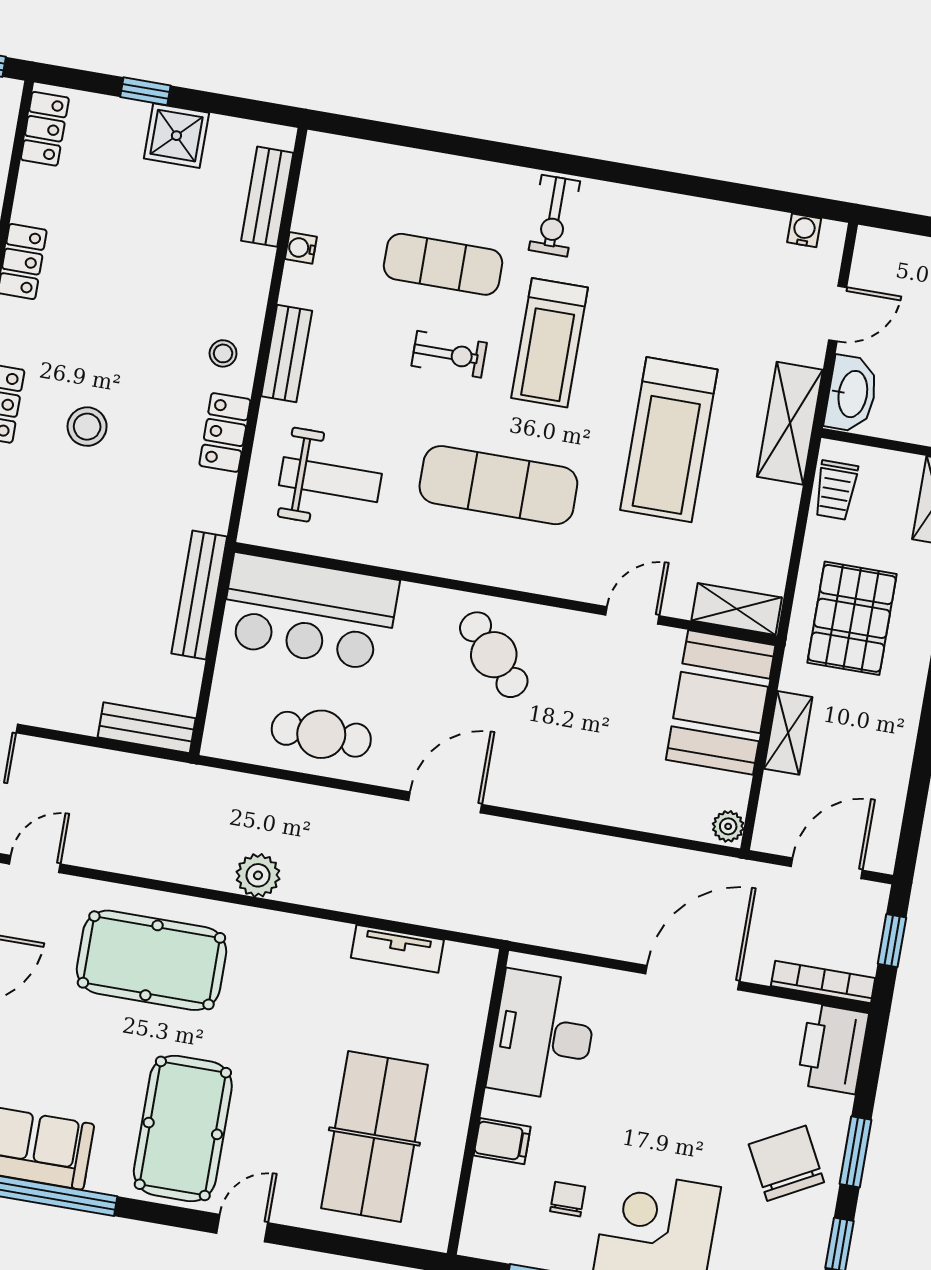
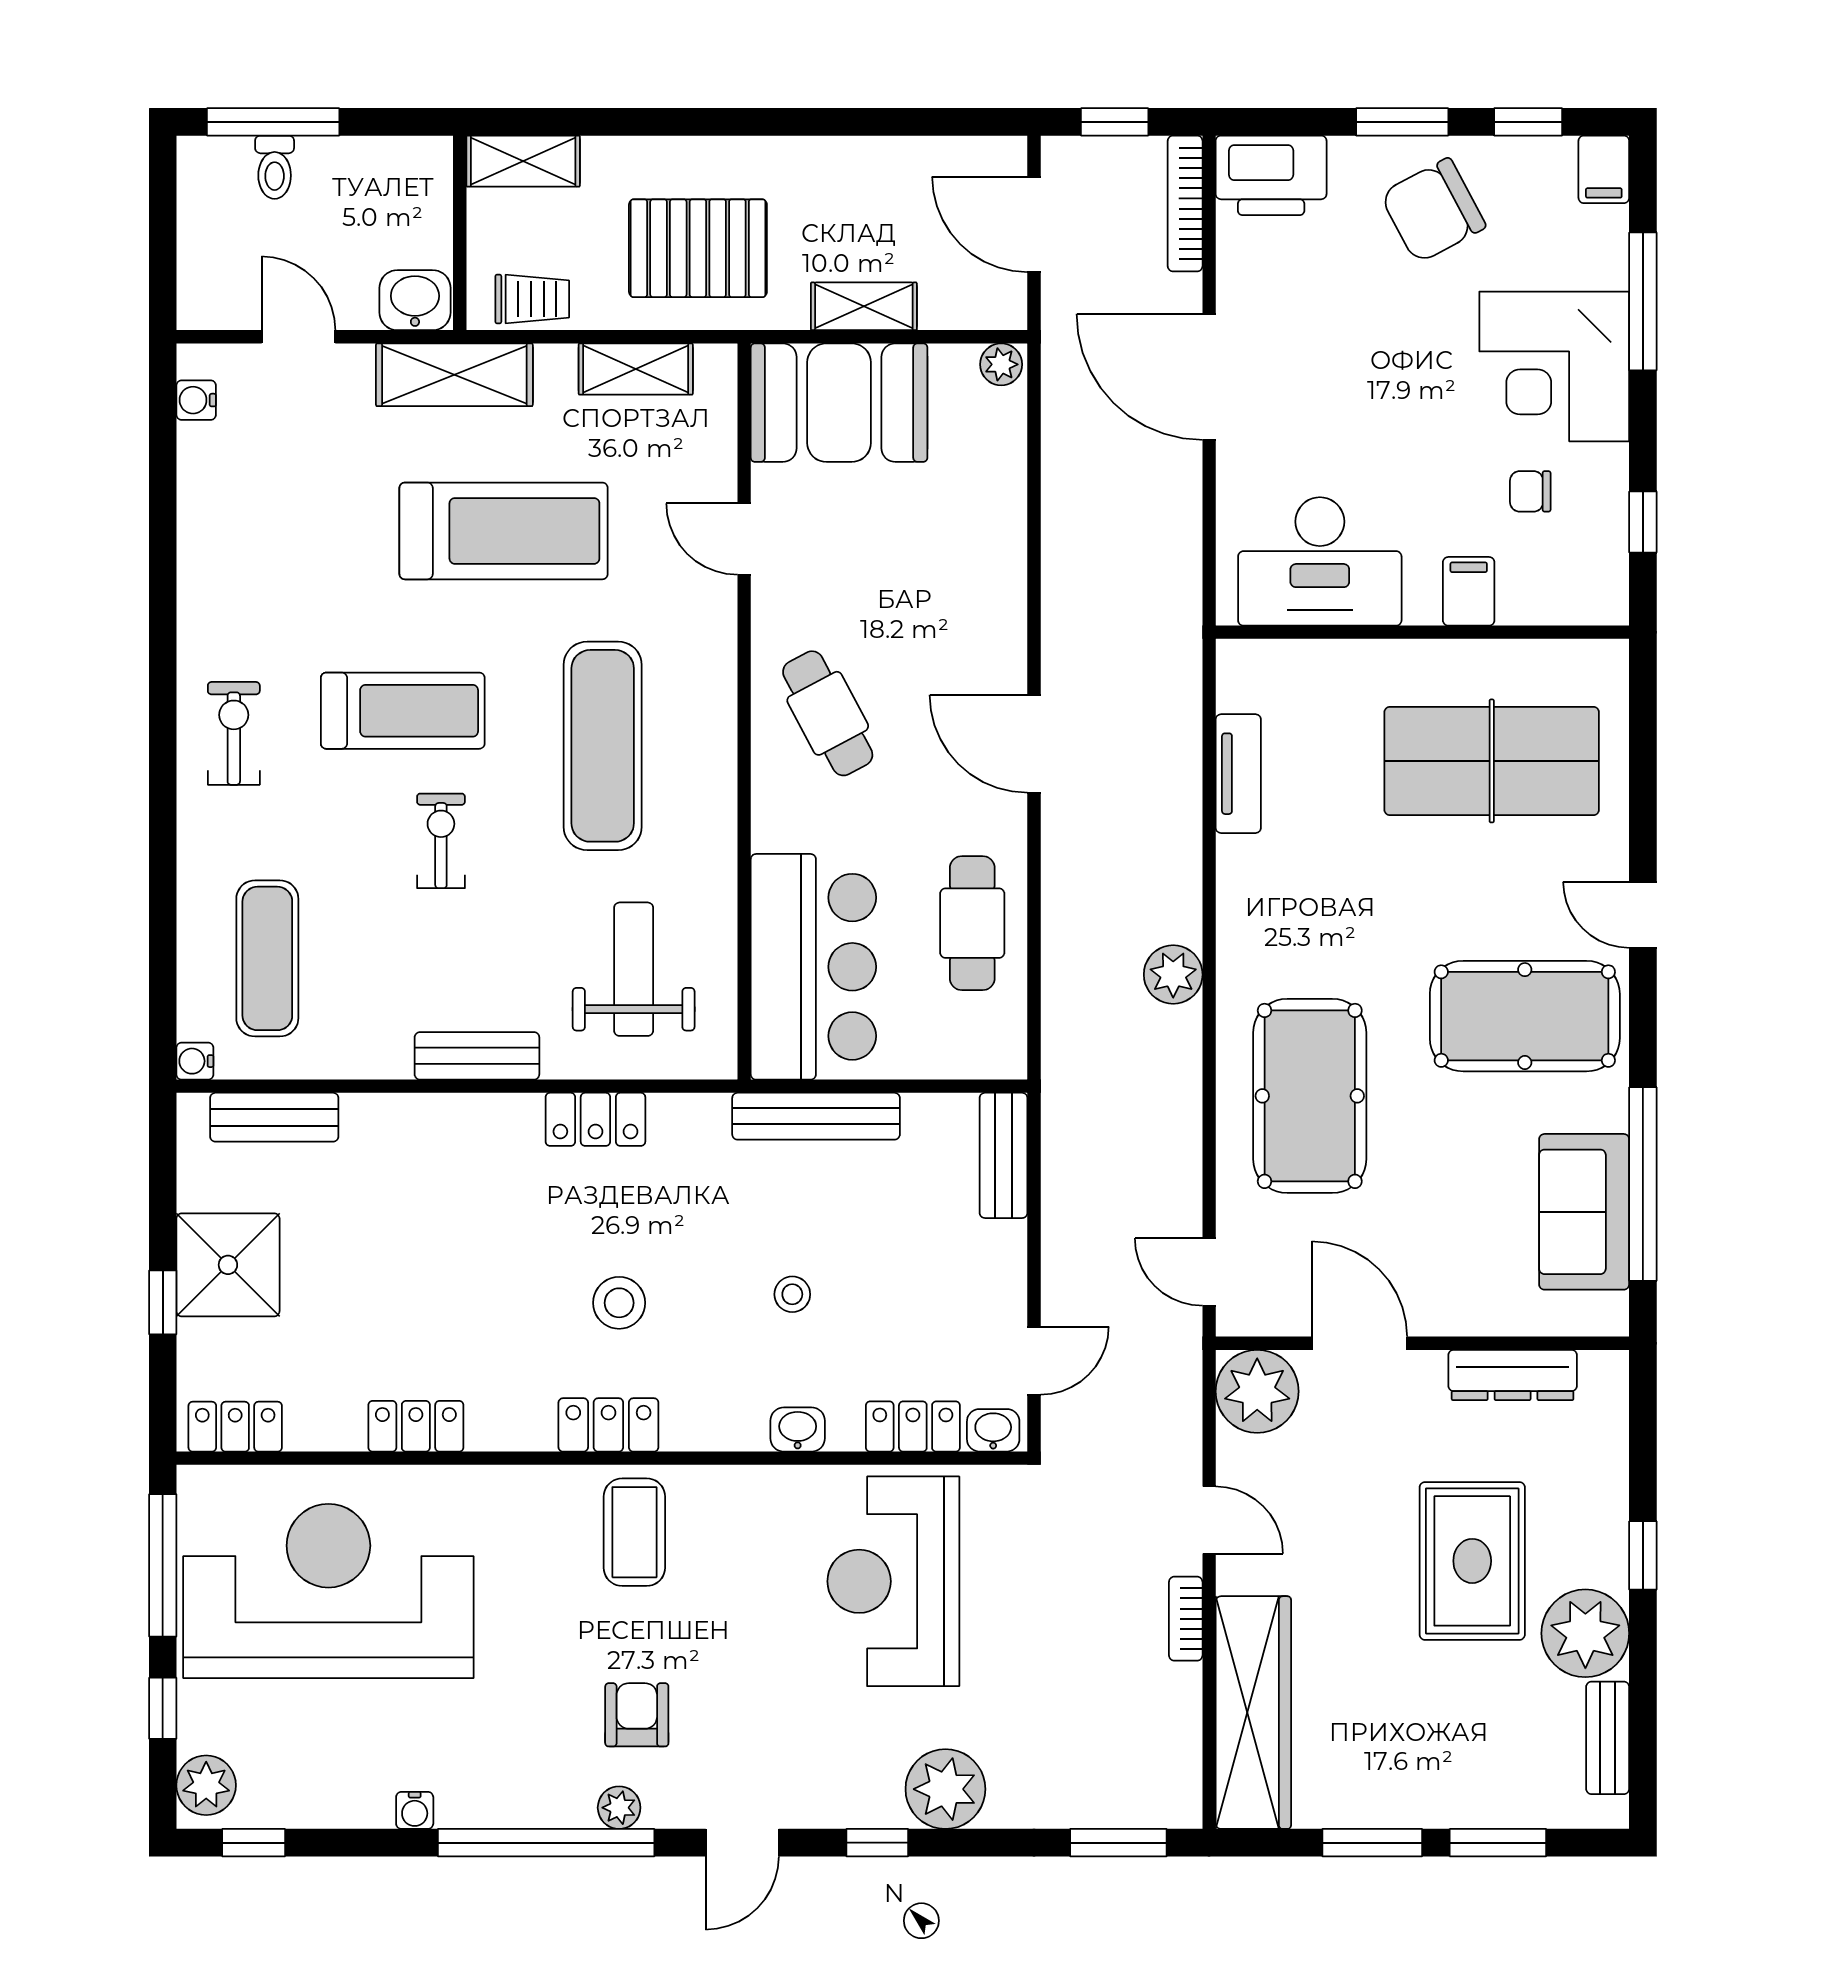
shower: (176, 136) -> (228, 1265), width x1.36, depth x1.36
exercise bike: (554, 216) -> (234, 733), turned -90
water cooler: (301, 248) -> (195, 1061), moved, turned 90
exercise mat: (443, 264) -> (267, 958), moved
stool: (223, 353) -> (792, 1294), moved
washbasin: (851, 394) -> (415, 300), width x0.72
shelving: (737, 609) -> (636, 369), moved, turned 90
cafe table: (494, 655) -> (828, 713), turned -75

